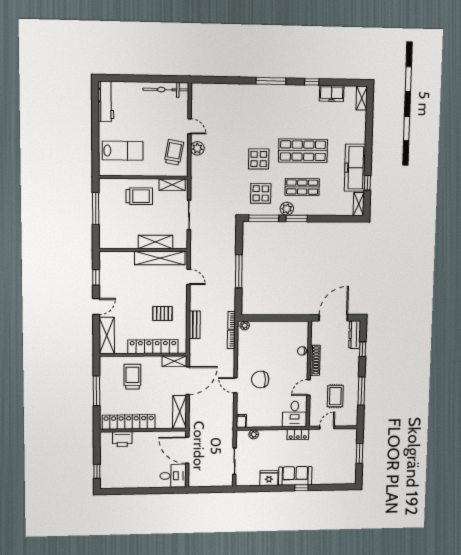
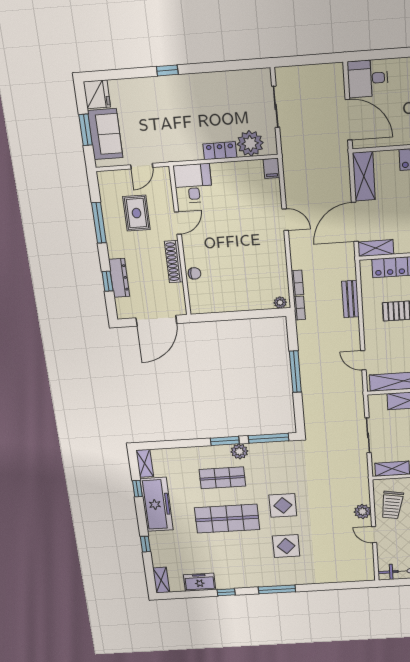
window: (369, 133) -> (145, 544), added
display table: (261, 193) -> (286, 546), moved
dresser: (355, 335) -> (119, 278), moved
chair: (260, 380) -> (250, 230), removed
plant: (254, 434) -> (250, 143), width x1.88, depth x1.88
locker: (298, 434) -> (220, 151), moved
sofa: (295, 476) -> (105, 134), moved, turned -90
fridge: (269, 478) -> (97, 94), moved, turned -90

